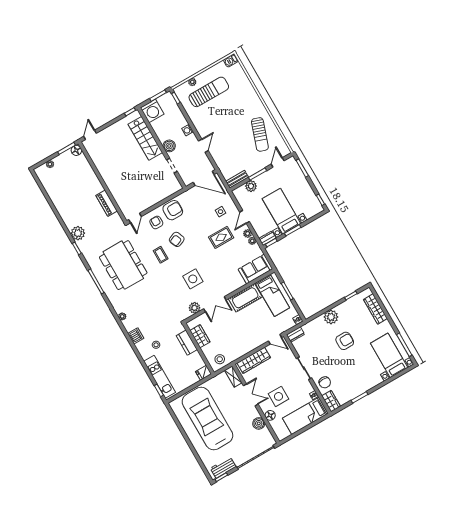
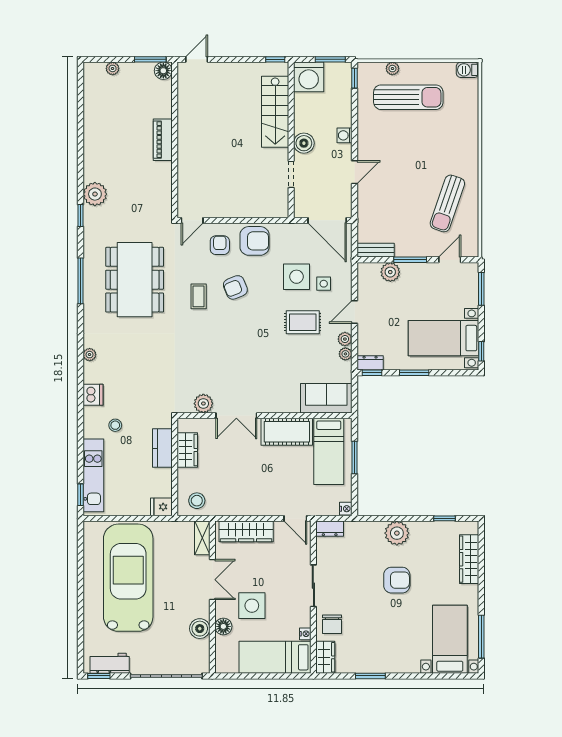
piano: (107, 203) -> (163, 140), moved
bed with nightstands: (282, 211) -> (444, 338), moved, turned -90
side table: (193, 279) -> (297, 277), moved

